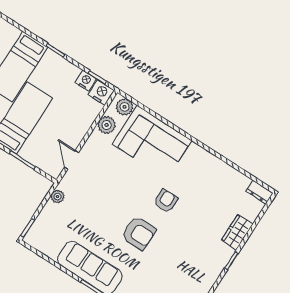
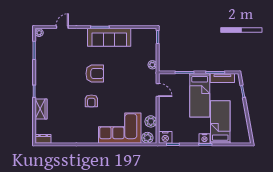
nightstand: (86, 81) -> (204, 138), moved
armchair: (139, 233) -> (95, 74), turned 180

